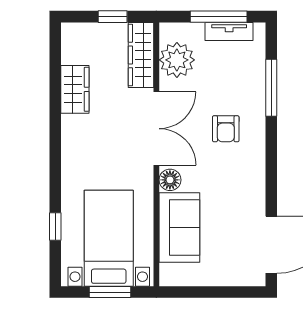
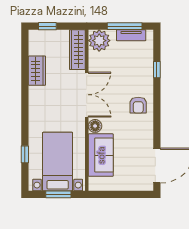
window: (113, 17) -> (47, 26), moved
plant: (177, 60) -> (99, 41), moved
window: (271, 88) -> (157, 70), width x0.46
armchair: (226, 129) -> (138, 105), moved

